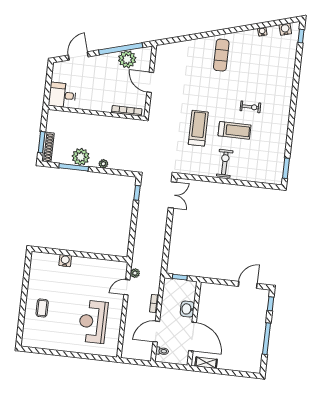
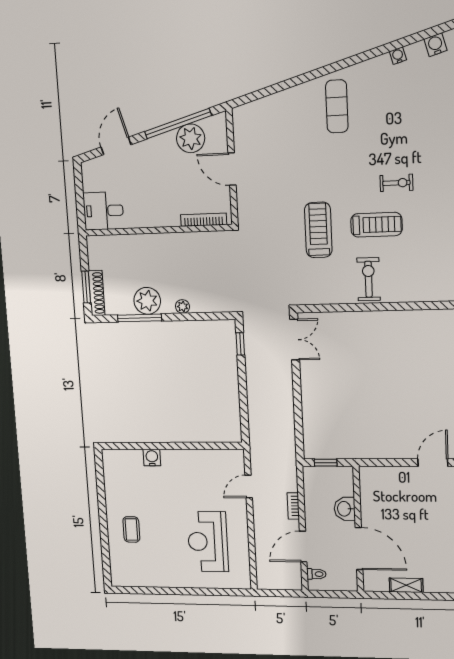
plant: (135, 273) -> (257, 464), removed
shelving: (206, 363) -> (406, 585), moved

